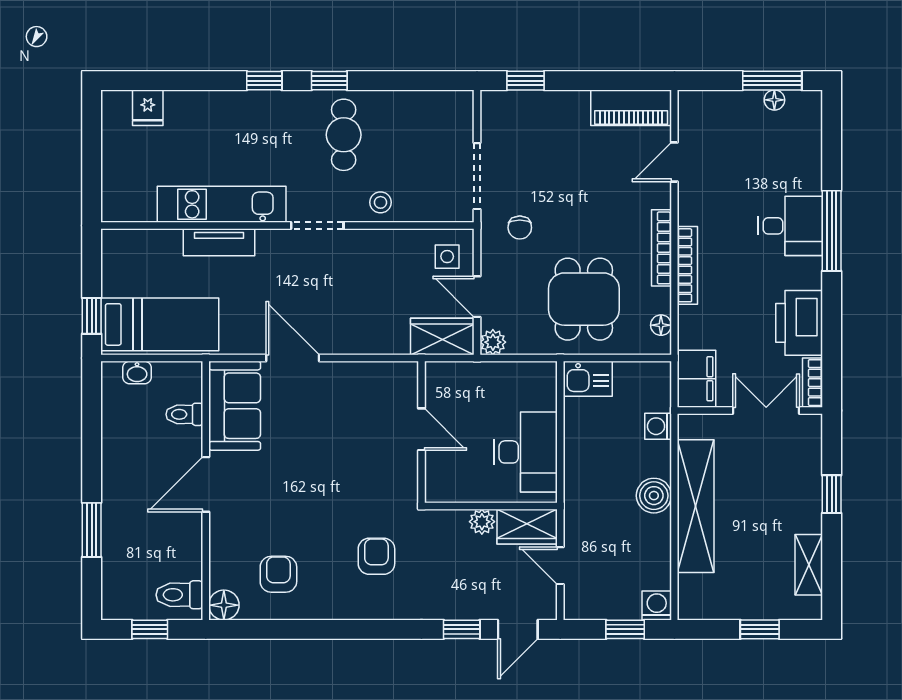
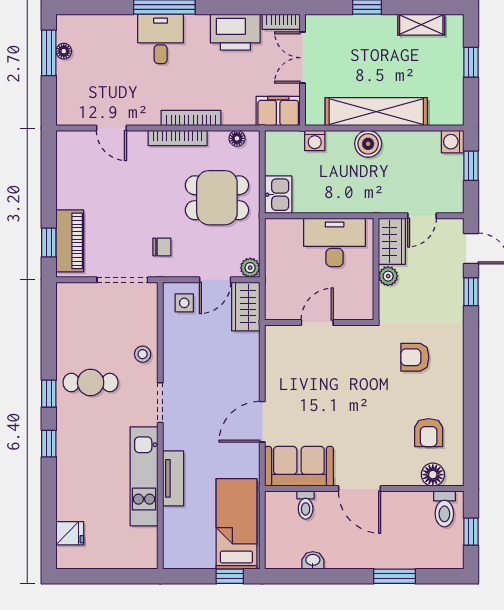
piano: (631, 108) -> (70, 241), moved
washbasin: (137, 373) -> (313, 560), moved, turned -90
armchair: (278, 574) -> (429, 433), turned -90
floor lamp: (224, 605) -> (433, 475), moved

